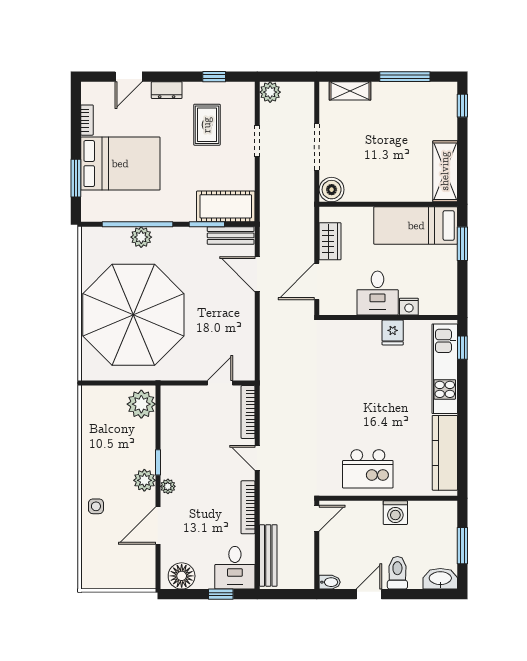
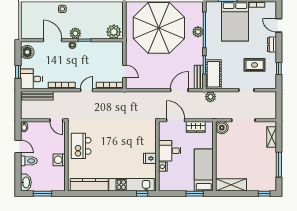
plant: (270, 92) -> (210, 97), moved

